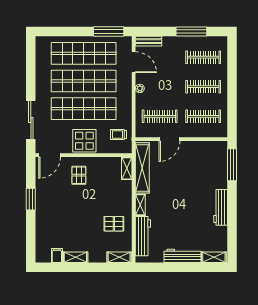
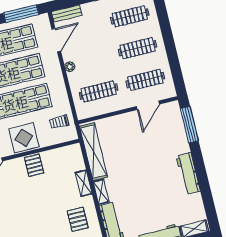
door: (134, 62) -> (56, 40), hinge flipped
door: (170, 139) -> (148, 105), moved
shelving: (127, 168) -> (84, 183), moved
pallet: (79, 175) -> (34, 165), moved
pallet: (114, 224) -> (78, 219), turned 90

